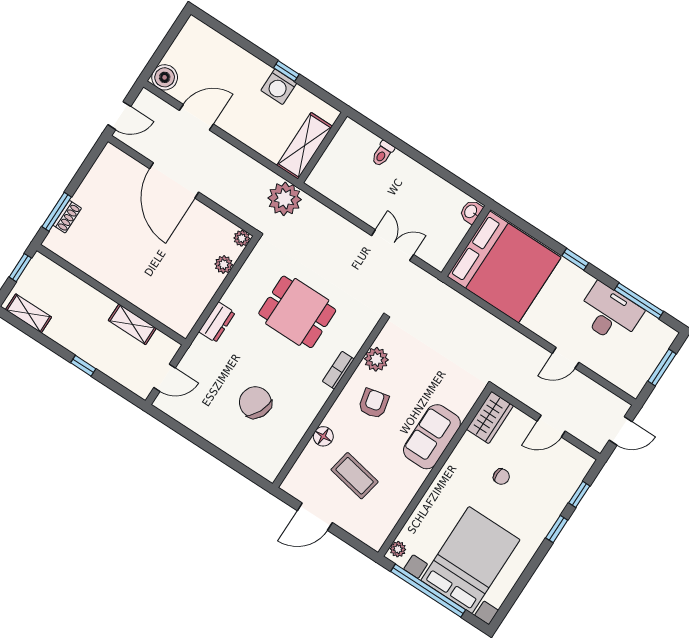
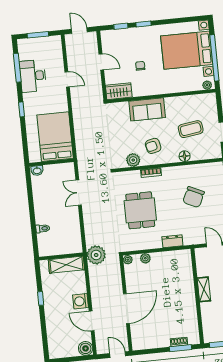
washing machine: (279, 87) -> (81, 301), moved, turned 180
bed: (504, 267) -> (55, 137), width x0.73
shelving: (132, 324) -> (204, 289), moved
coffee table: (355, 476) -> (191, 129), turned 71

